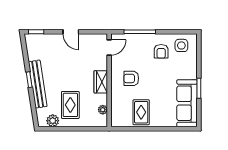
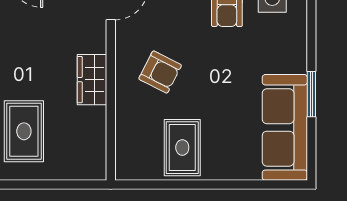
armchair: (131, 78) -> (160, 72), turned -153
plant: (103, 110) -> (96, 142), removed

